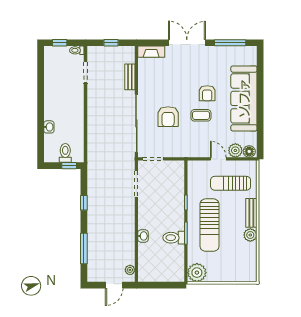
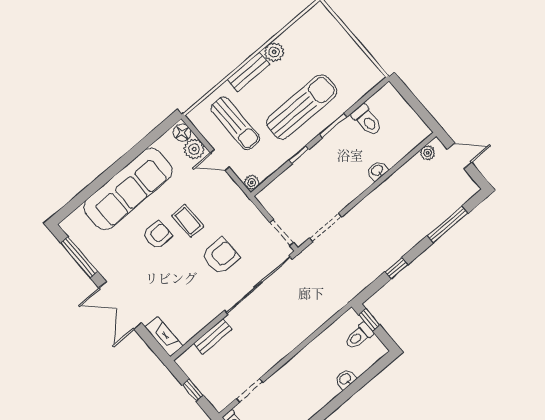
door: (218, 159) -> (220, 160), hinge flipped
toilet: (174, 238) -> (367, 120), moved
plant: (197, 273) -> (252, 183), moved, width x0.53, depth x0.53

